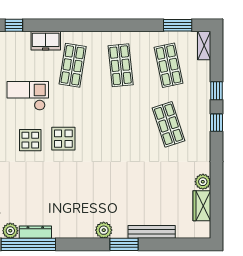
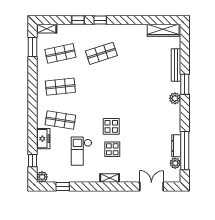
plant: (203, 182) -> (141, 30), removed
wardrobe: (202, 206) -> (163, 30), width x1.50

